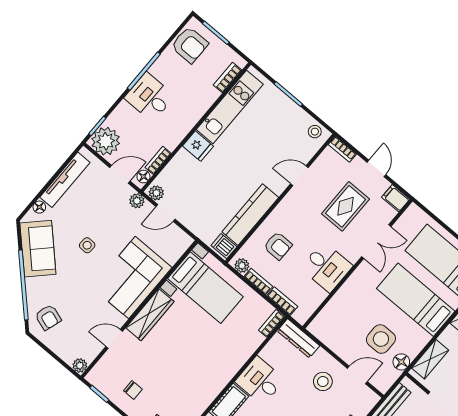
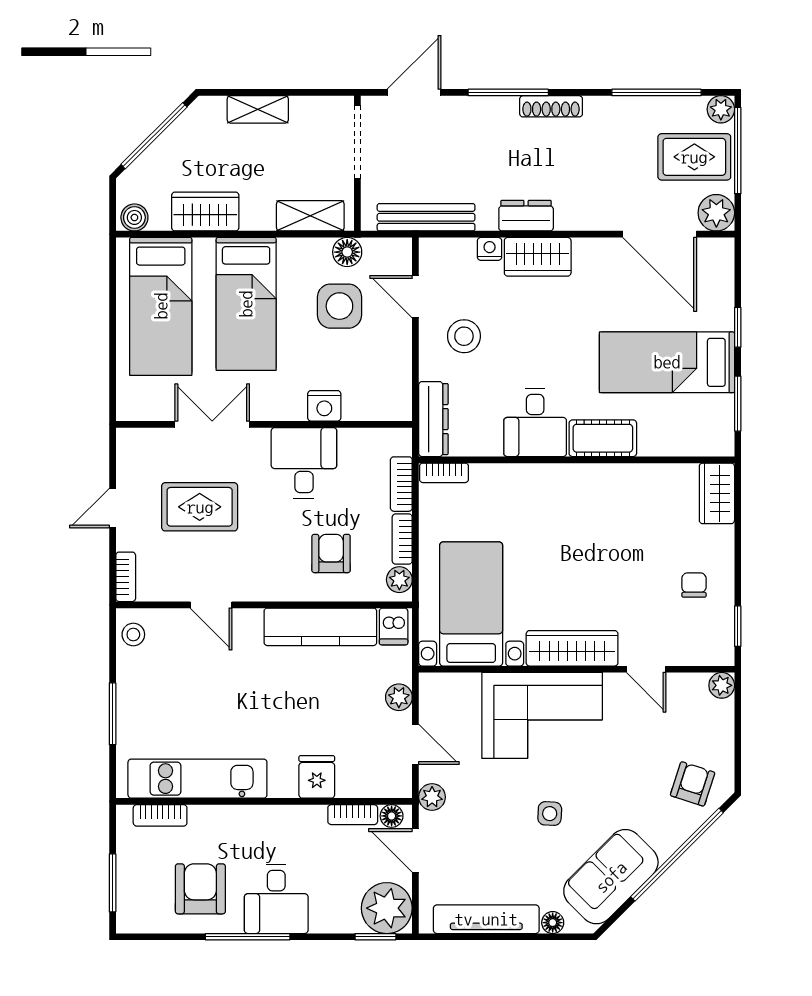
armchair: (190, 45) -> (200, 889), moved
fridge: (198, 146) -> (317, 777), moved
plant: (156, 193) -> (399, 697), moved
filing cabinet: (396, 198) -> (131, 448), removed
nightstand: (344, 296) -> (324, 406), added

